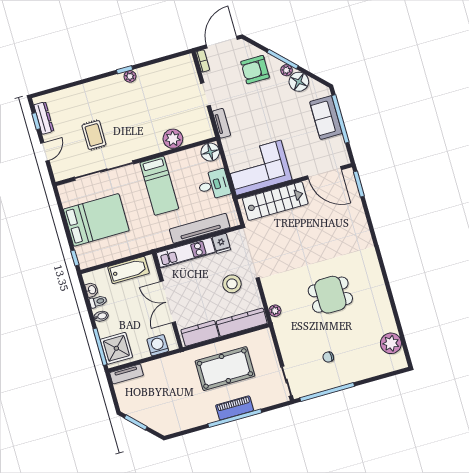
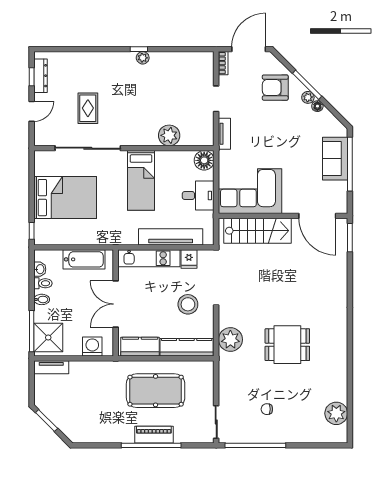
floor lamp: (299, 82) -> (317, 106), width x0.53, depth x0.53
plant: (275, 311) -> (230, 340), width x1.87, depth x1.87

